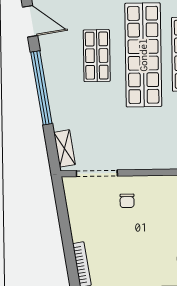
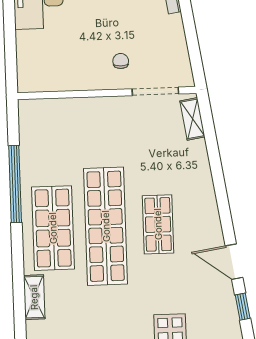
window: (41, 88) -> (220, 187), removed

